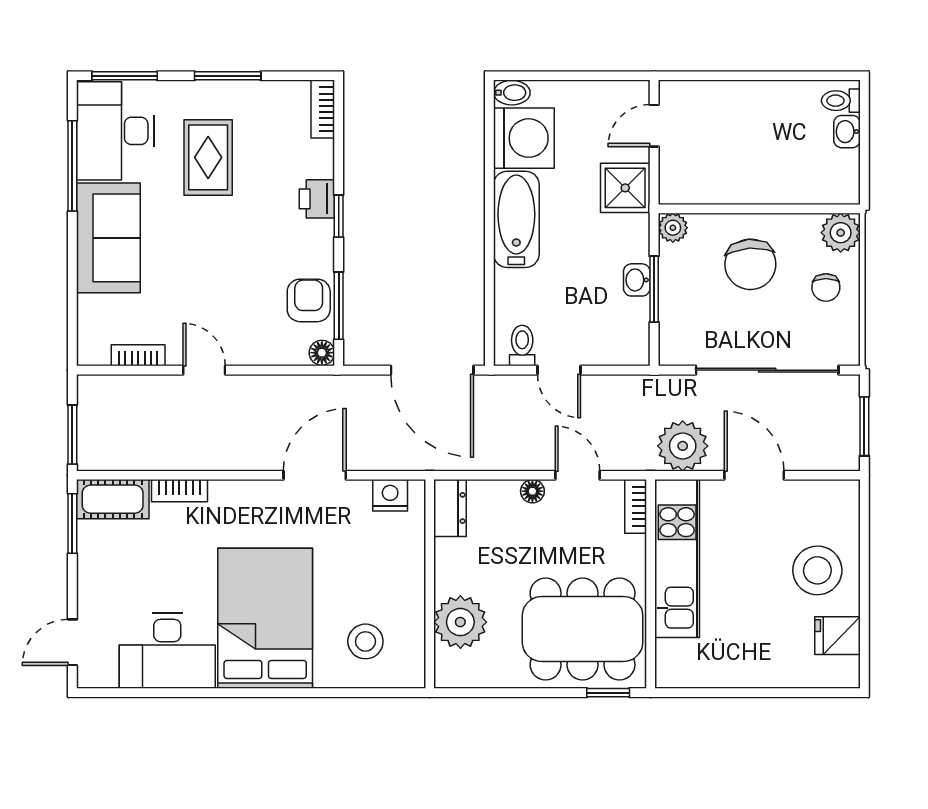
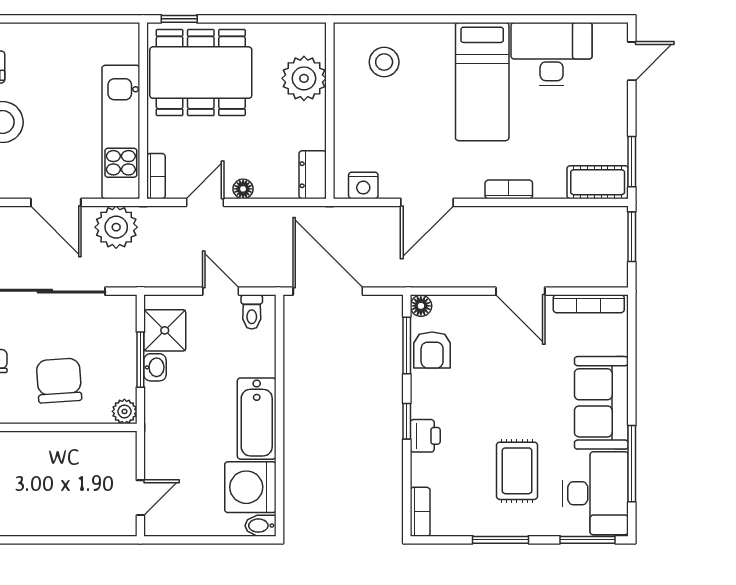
shower: (625, 188) -> (165, 330), moved
bookcase: (138, 355) -> (589, 304), width x1.56
door: (204, 370) -> (520, 291), width x1.38
door: (578, 475) -> (205, 202), swing flipped
bookcase: (179, 491) -> (509, 189), moved
bed: (265, 618) -> (482, 82), width x0.67

